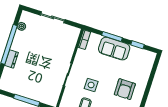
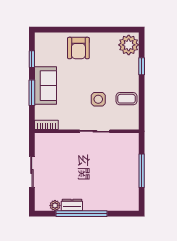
dresser: (11, 59) -> (72, 205), moved
armchair: (125, 89) -> (78, 48), moved, turned 90

